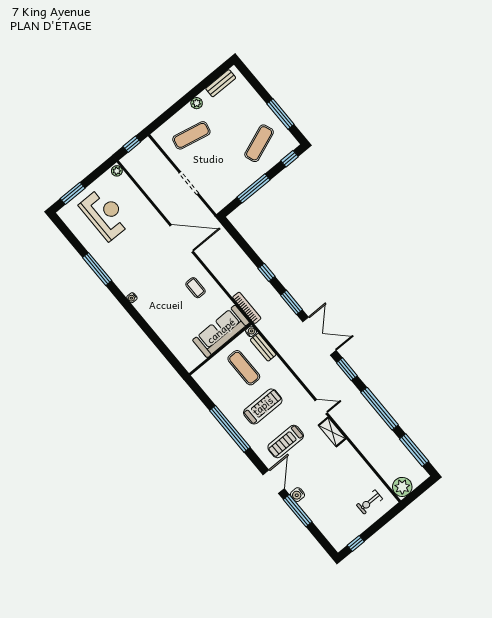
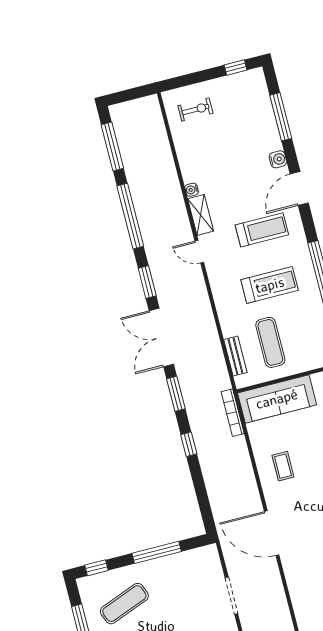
water cooler: (251, 331) -> (192, 190), moved
treadmill: (263, 406) -> (270, 285), turned 180
plant: (402, 487) -> (148, 109), removed
window: (298, 511) -> (281, 117), moved

